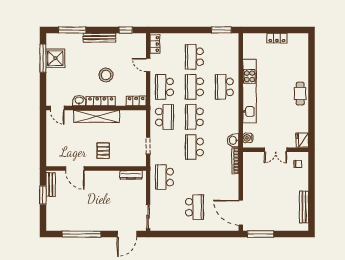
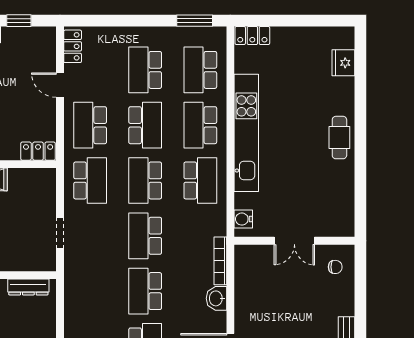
locker: (277, 38) -> (252, 36), moved
school desk: (224, 57) -> (200, 70), added
school desk: (194, 87) -> (145, 125), turned 180
school desk: (224, 117) -> (200, 180), added
washbasin: (233, 140) -> (216, 298), moved
fridge: (302, 140) -> (343, 63), moved
school desk: (164, 177) -> (145, 291), moved

